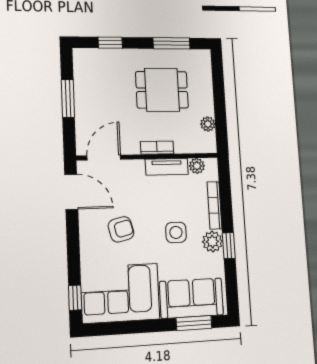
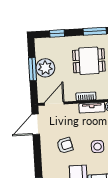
plant: (90, 97) -> (45, 68), added
door: (71, 192) -> (36, 124), swing flipped

